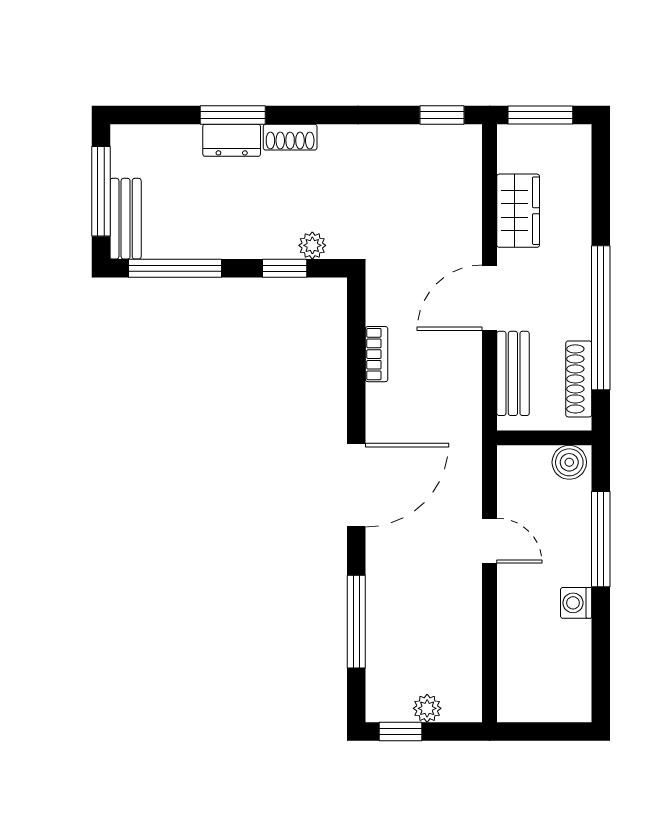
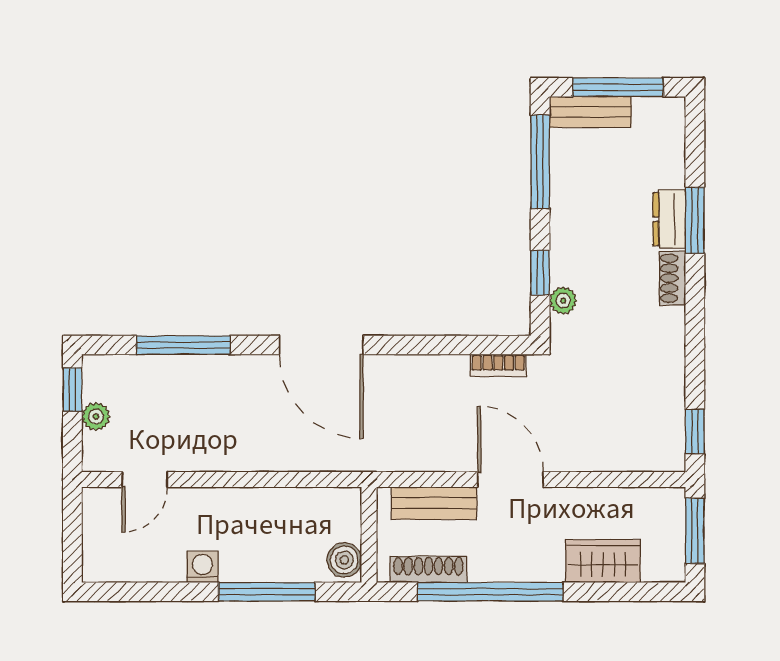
wardrobe: (518, 211) -> (603, 561), moved, turned 180
bookcase: (377, 354) -> (498, 365), moved
door: (490, 541) -> (145, 479), moved

